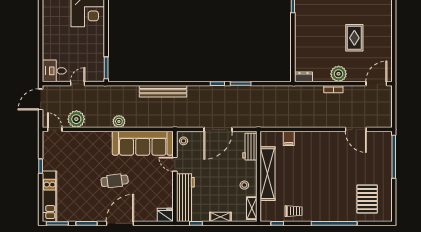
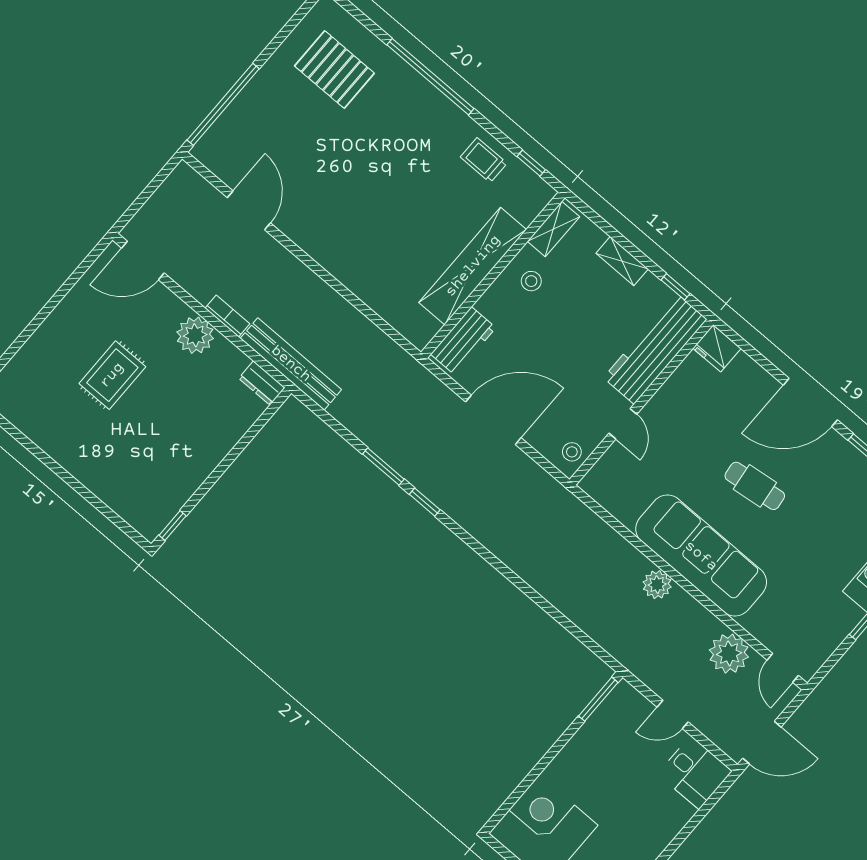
bench: (163, 91) -> (291, 364), moved
filing cabinet: (289, 138) -> (381, 296), removed
sofa: (143, 143) -> (701, 556), moved
pallet: (367, 199) -> (334, 70), turned 90

